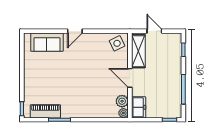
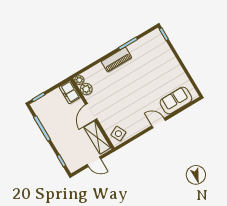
door: (75, 31) -> (159, 123), hinge flipped
door: (130, 78) -> (91, 112), swing flipped
piano: (45, 111) -> (117, 60), moved

